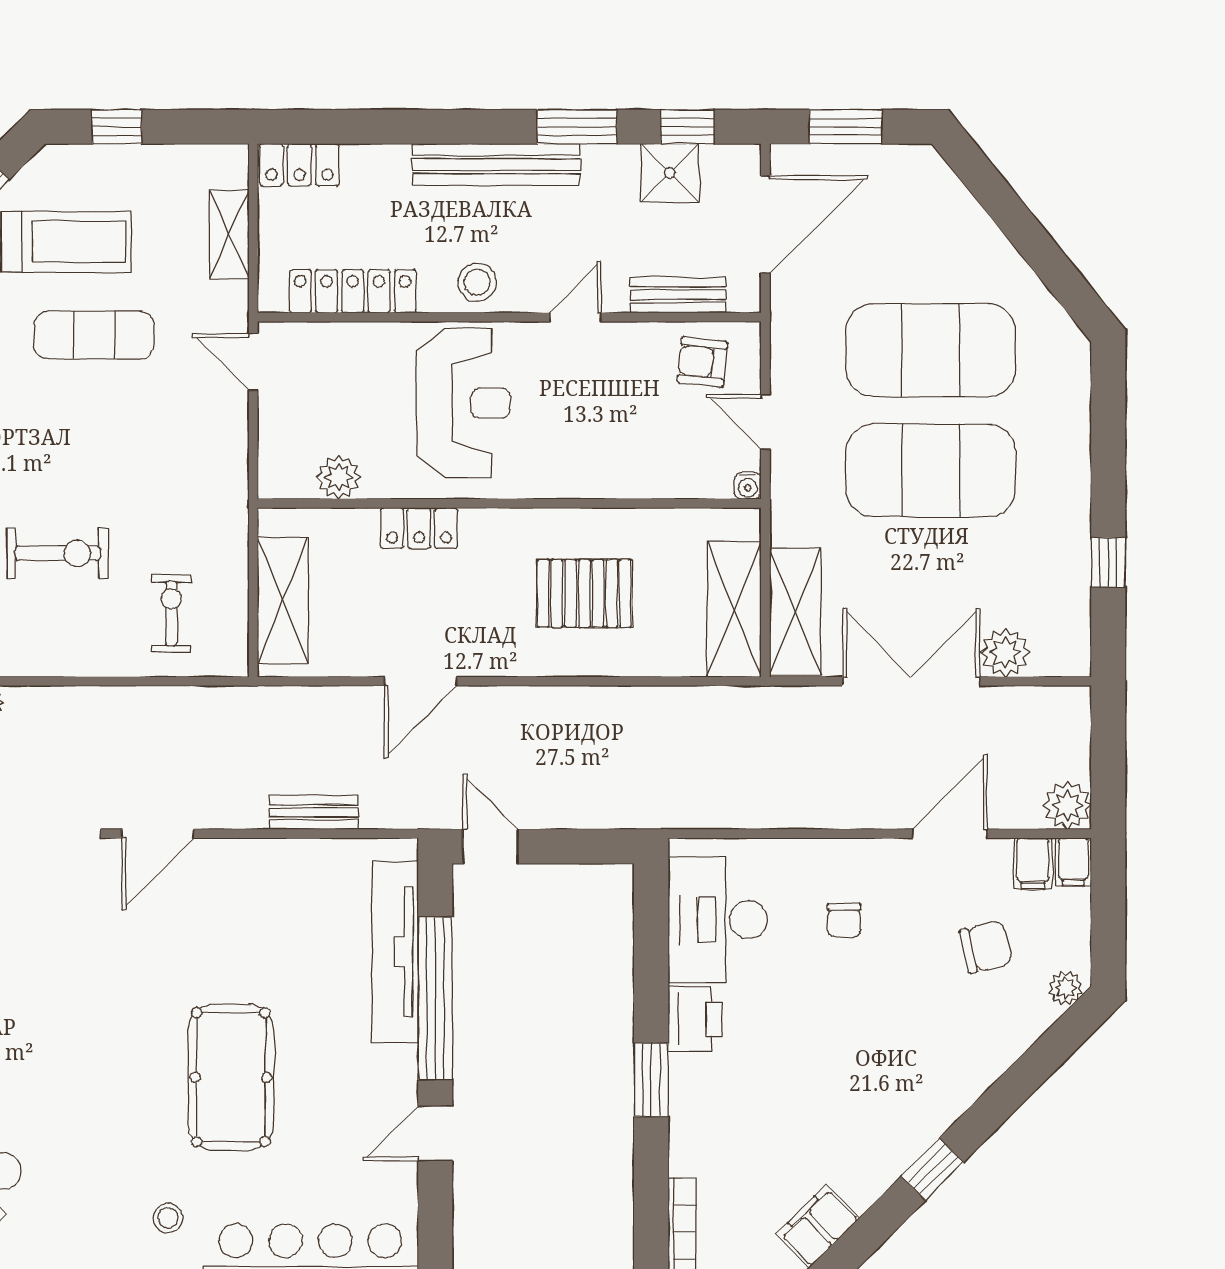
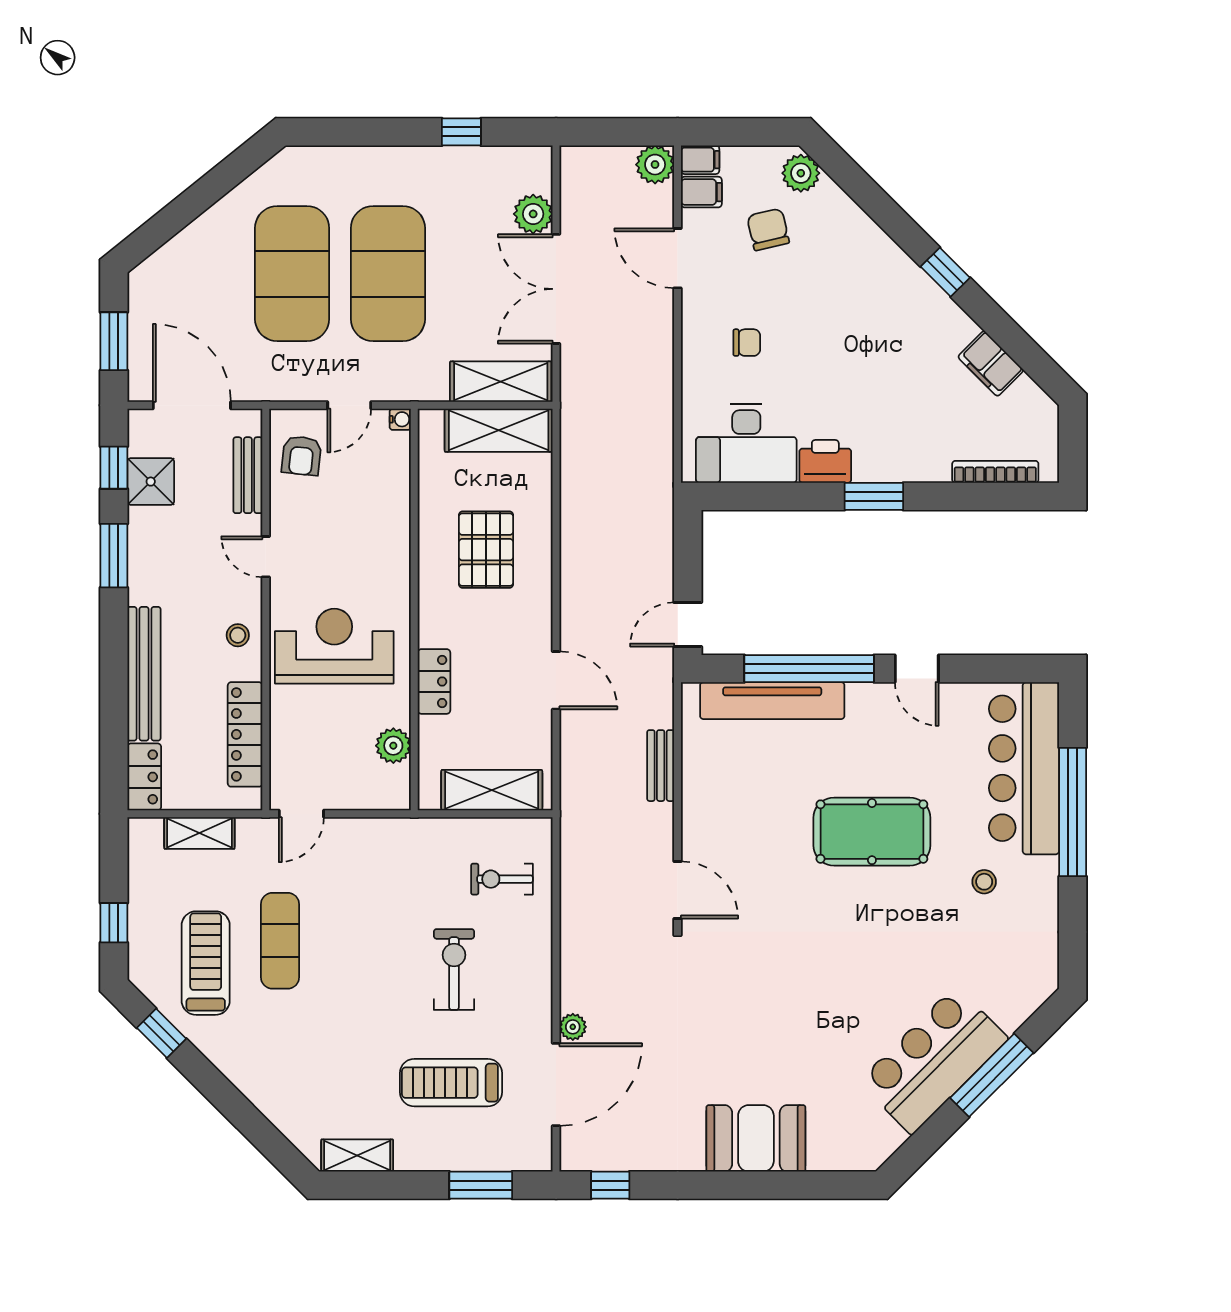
bench: (496, 165) -> (144, 674), moved
stool: (477, 282) -> (238, 635), width x0.73, depth x0.73
plant: (1065, 988) -> (801, 173), width x1.38, depth x1.38

